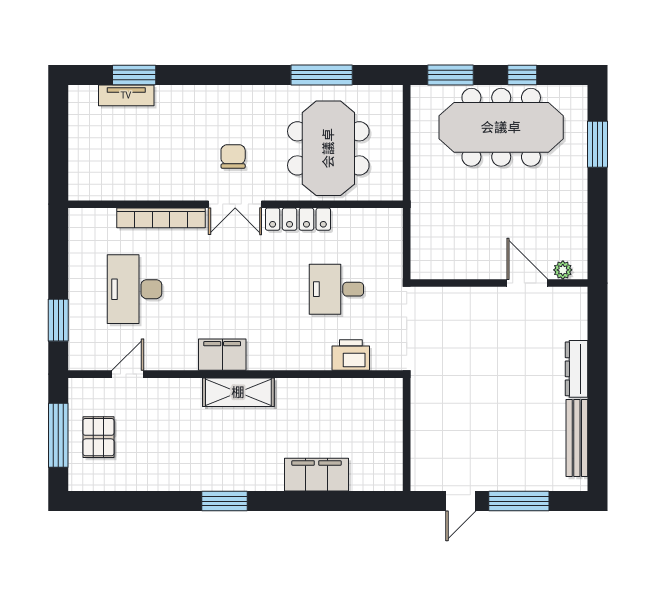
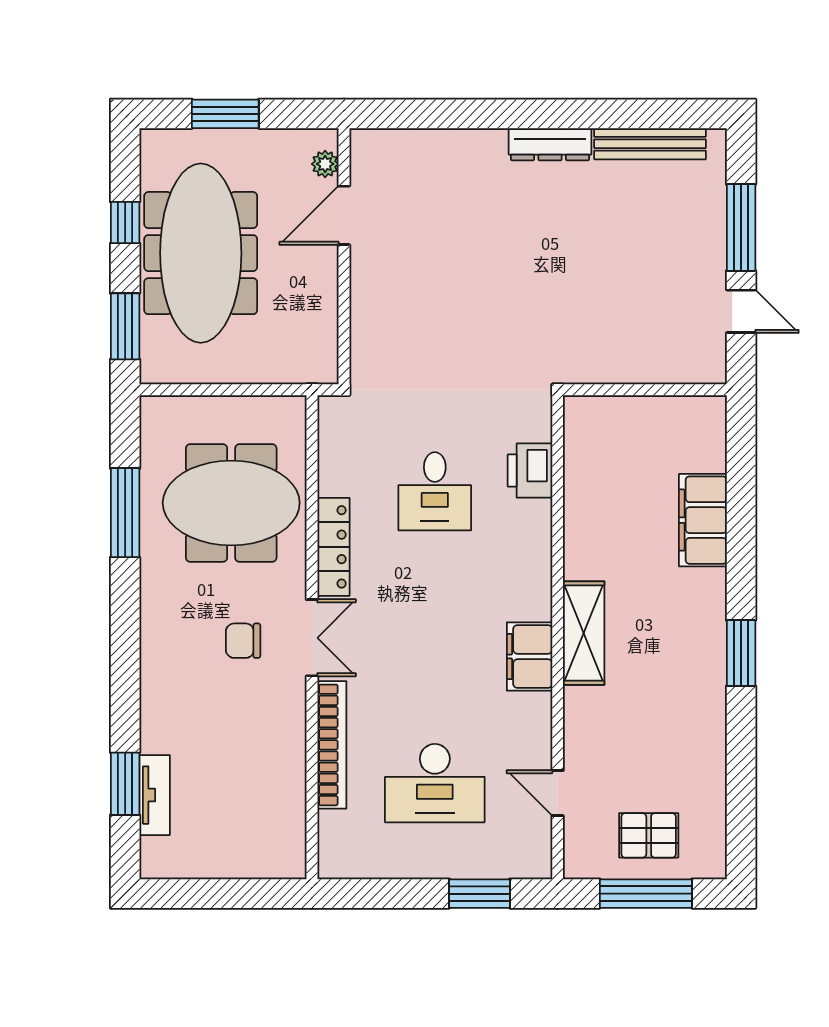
plant: (563, 270) -> (325, 164), moved
wall: (499, 283) -> (344, 256), moved
door: (527, 283) -> (344, 215), moved

